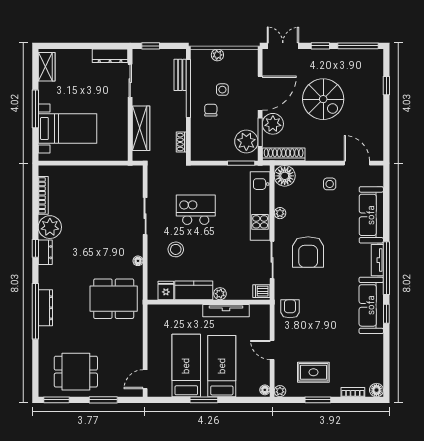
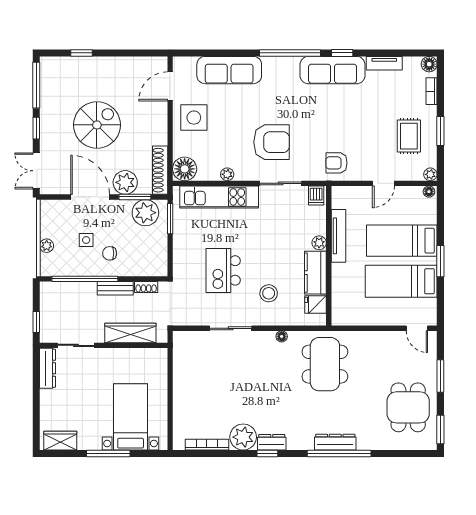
bench: (180, 75) -> (115, 288), moved
side table: (330, 184) -> (194, 118), width x1.87, depth x1.87
tv unit: (377, 260) -> (384, 63), moved

